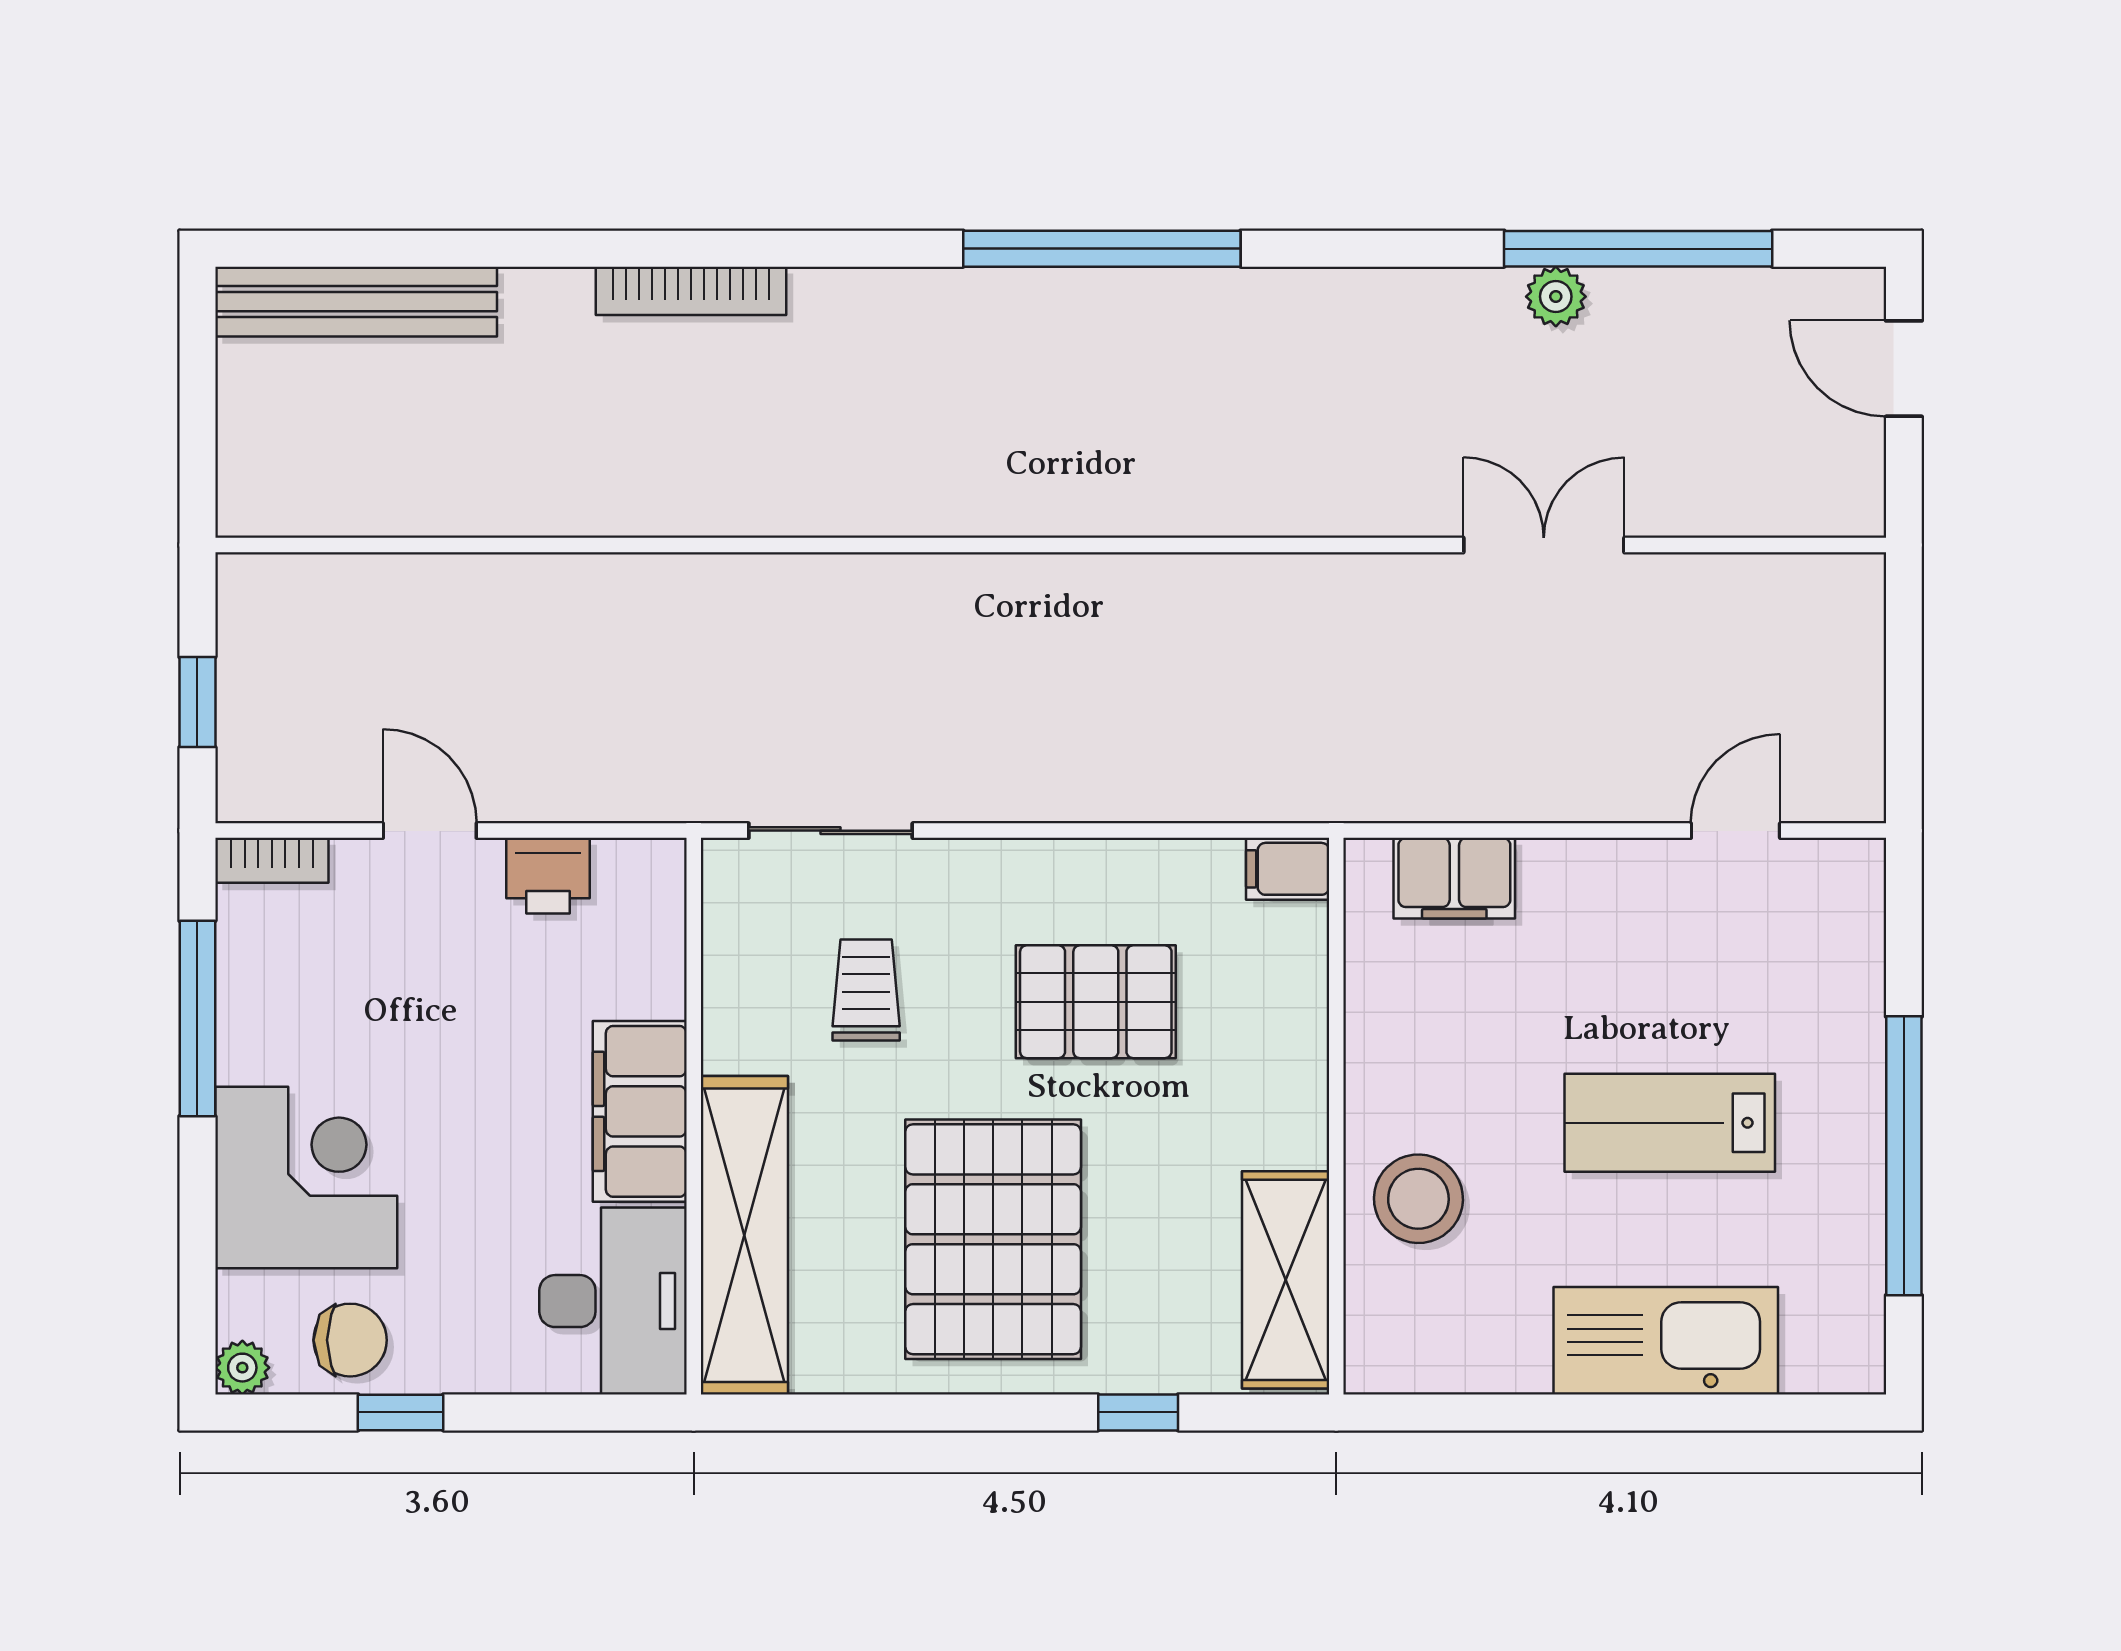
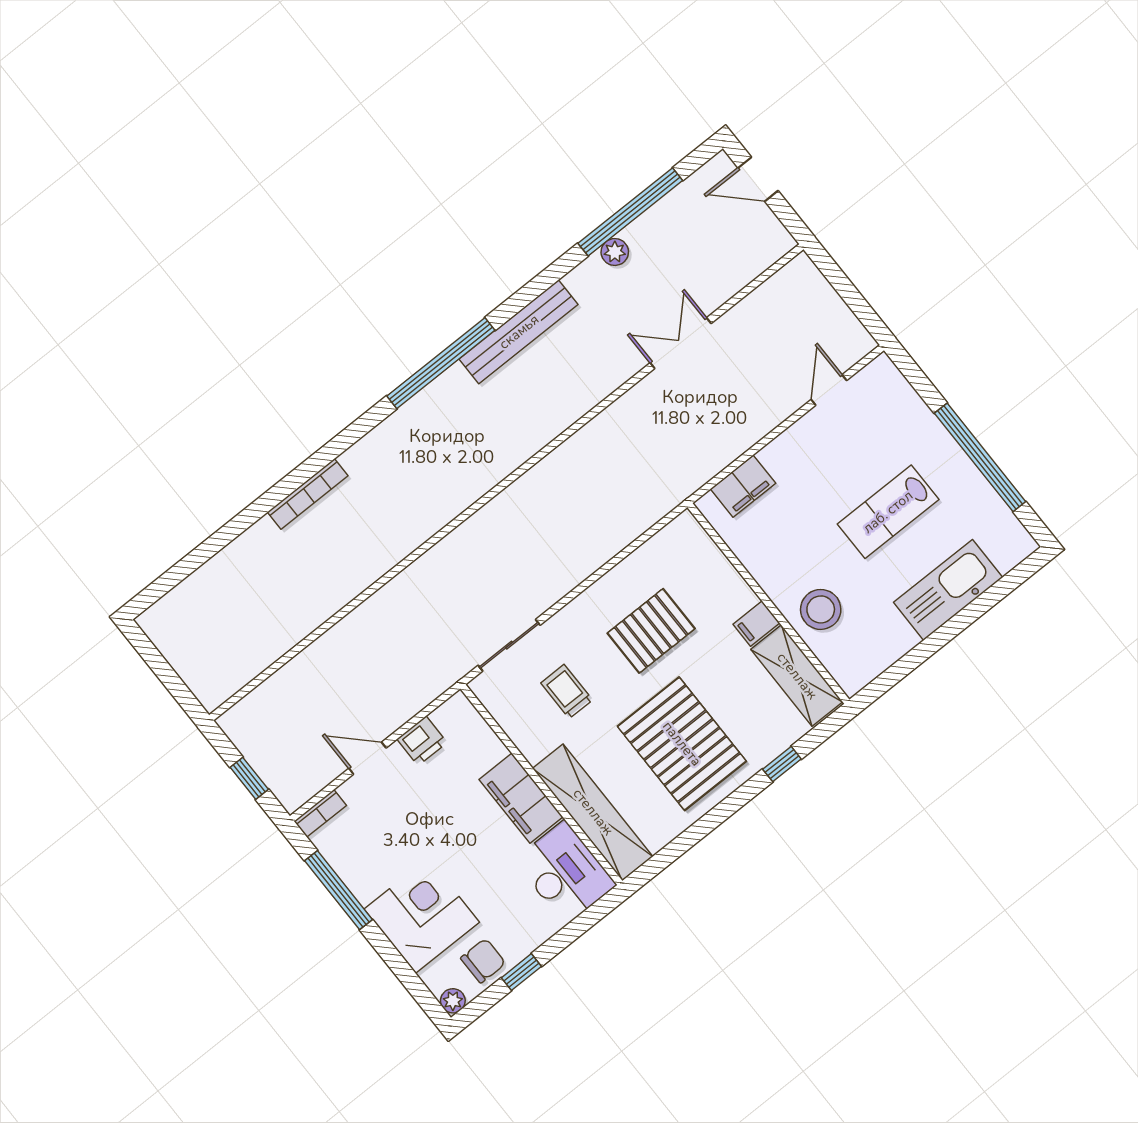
bench: (356, 302) -> (519, 332), moved
filing cabinet: (1288, 869) -> (756, 624), moved

